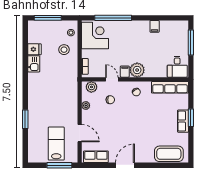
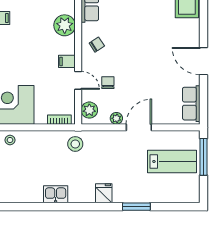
fridge: (34, 49) -> (104, 193), moved
stool: (64, 50) -> (75, 144), moved
plant: (137, 70) -> (65, 25), moved
door: (112, 79) -> (78, 80), swing flipped
door: (80, 133) -> (139, 127), moved
lab bench: (56, 144) -> (172, 161), turned 180

